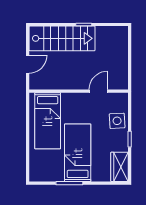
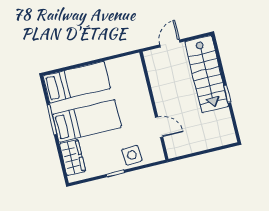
door: (28, 64) -> (170, 43), swing flipped
bed: (48, 121) -> (77, 82), moved, turned 180
wardrobe: (120, 167) -> (73, 158), moved, turned 90

